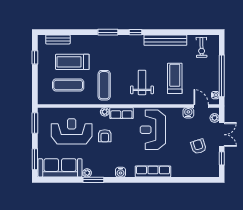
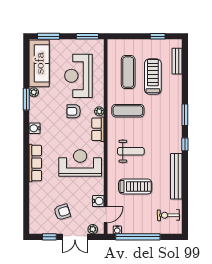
reception desk: (72, 131) -> (78, 76), turned 180

